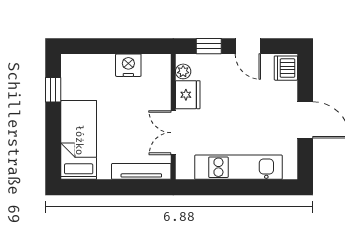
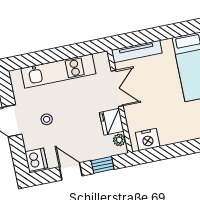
nightstand: (128, 65) -> (148, 140), moved
stool: (264, 113) -> (47, 119), added

